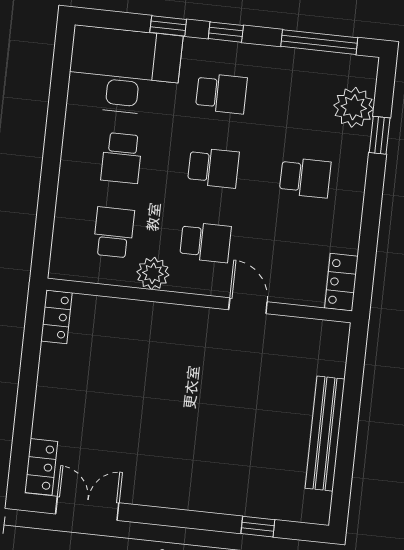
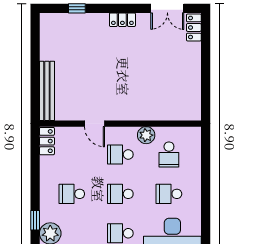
school desk: (122, 158) -> (169, 194), turned -90
locker: (56, 317) -> (122, 20), moved, turned -90
bench: (325, 434) -> (47, 91), moved

